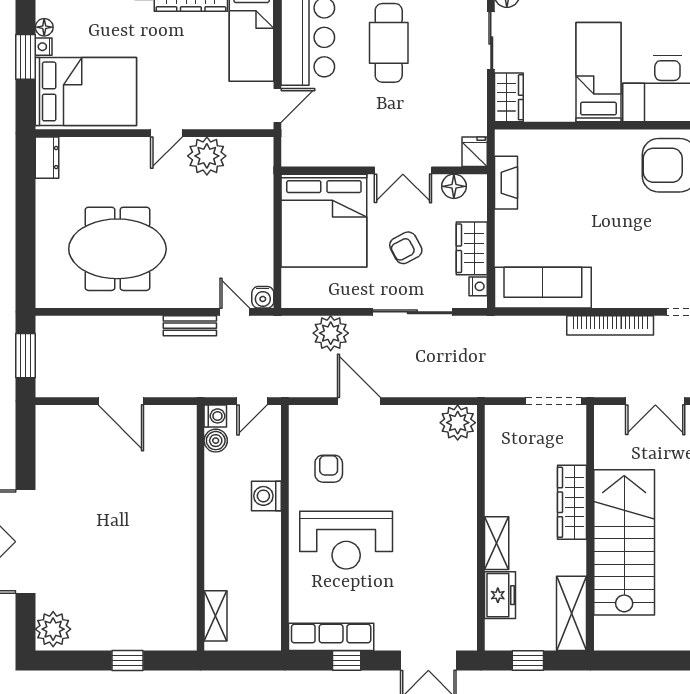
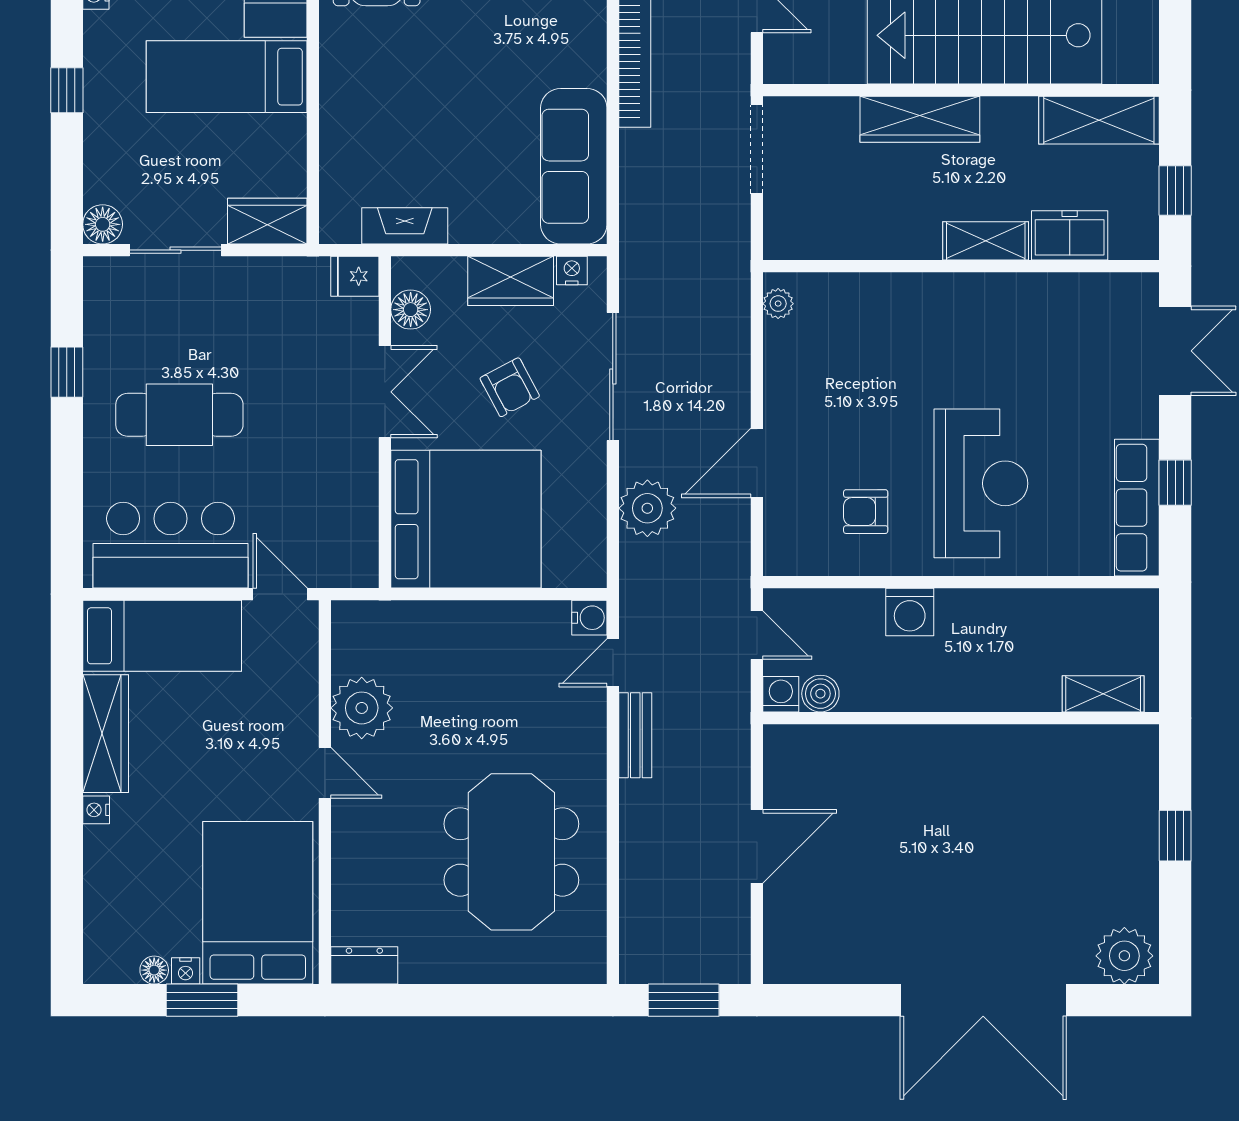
plant: (458, 423) -> (778, 304), width x0.53, depth x0.53

